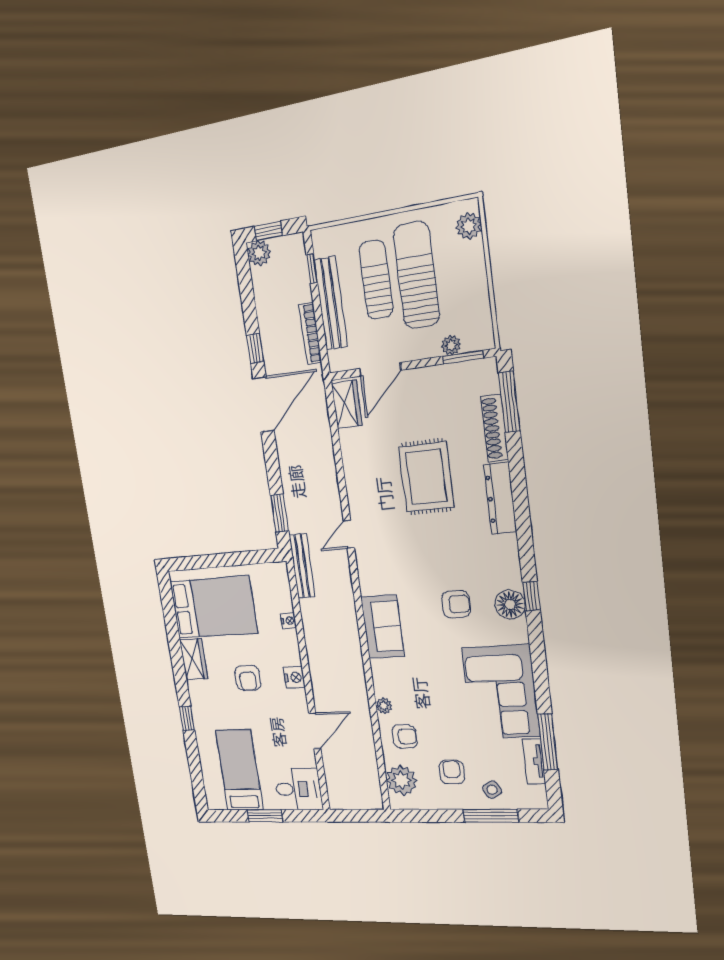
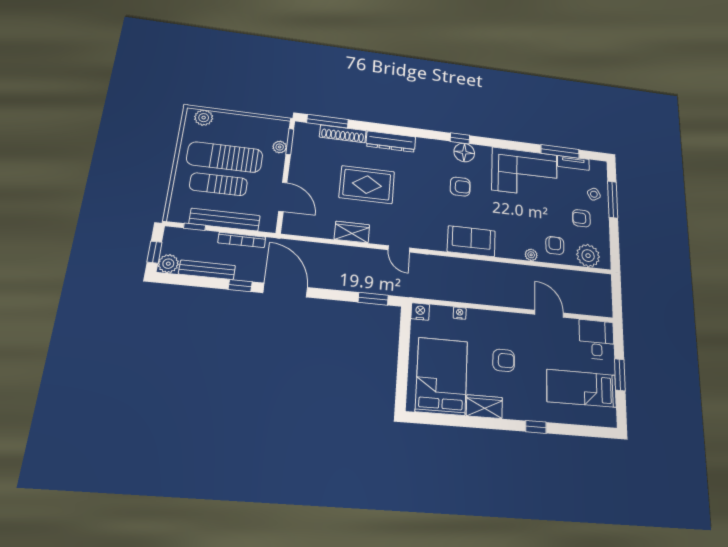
wardrobe: (347, 404) -> (352, 232), moved
bench: (302, 566) -> (207, 270), moved
armchair: (456, 604) -> (460, 187), turned 90
nightstand: (294, 677) -> (420, 311), moved

